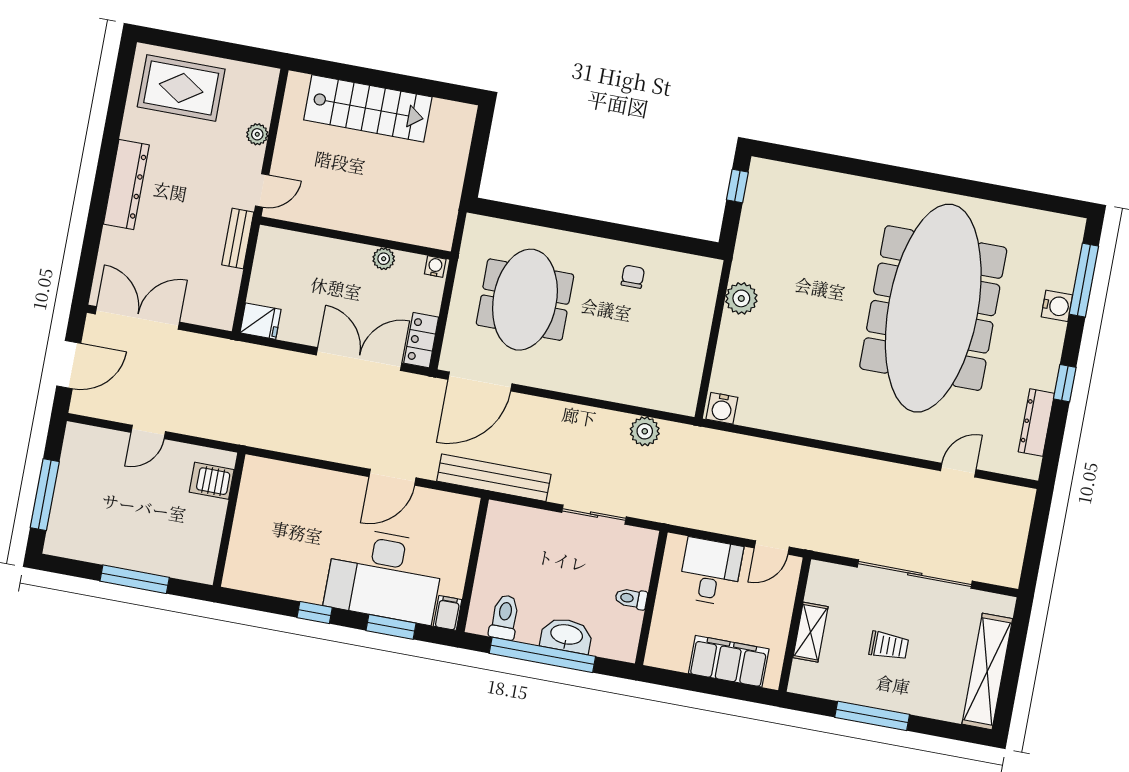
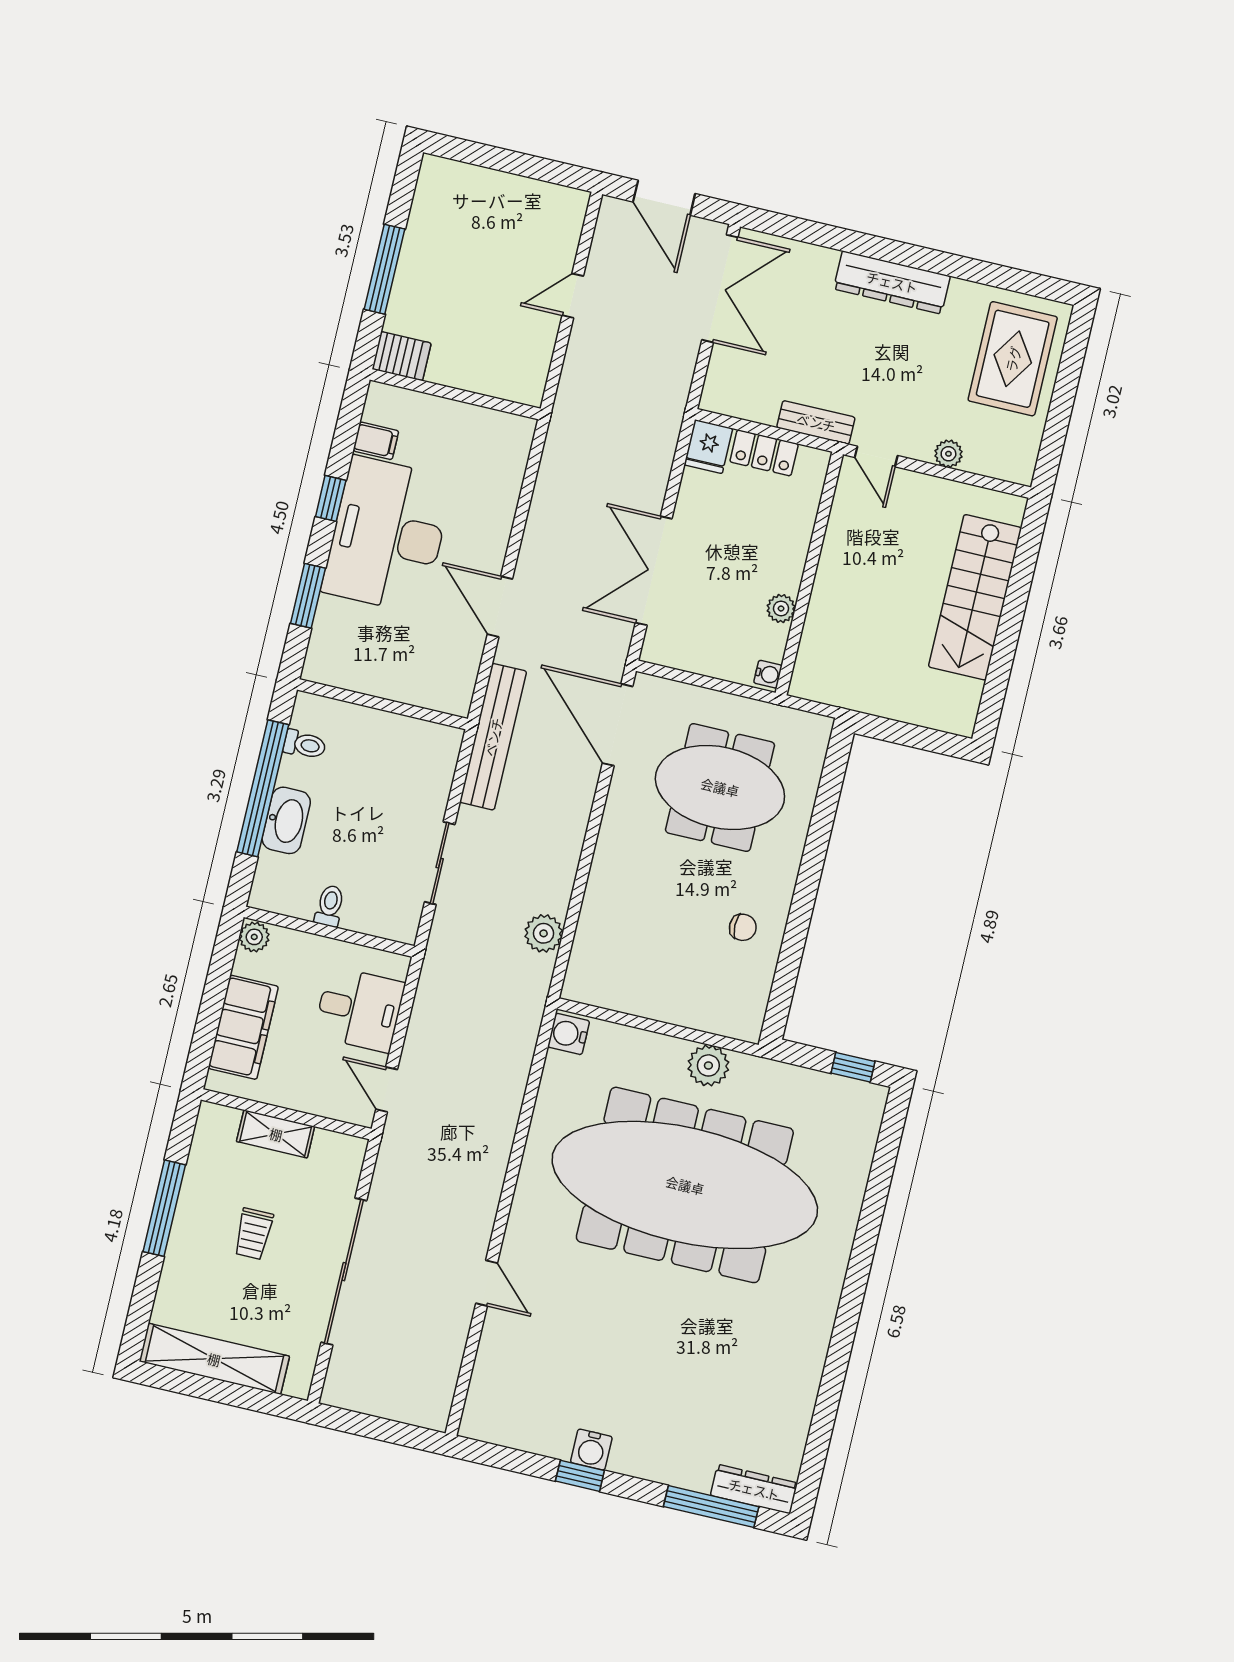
water cooler: (1057, 306) -> (591, 1450), moved
meeting table: (933, 308) -> (685, 1185), moved
locker: (421, 340) -> (764, 453), moved, turned 180
double door: (359, 359) -> (654, 571), swing flipped
dresser: (1036, 423) -> (754, 1489), moved
door: (148, 432) -> (573, 296), hinge flipped
door: (958, 470) -> (487, 1283), moved
server rack: (212, 481) -> (402, 356), moved, turned 90
window: (45, 495) -> (499, 159), removed
desk: (384, 575) -> (388, 535), moved
filing cabinet: (448, 613) -> (376, 441), moved
toilet: (504, 617) -> (305, 745), width x0.73, depth x0.72
plant: (658, 656) -> (254, 937), added

